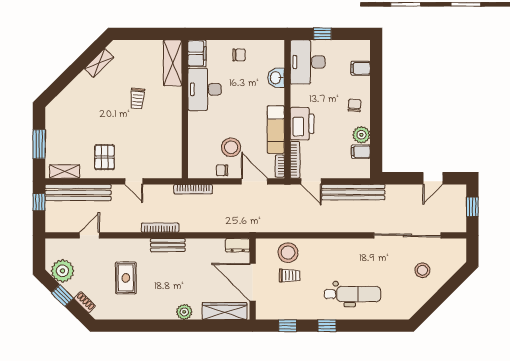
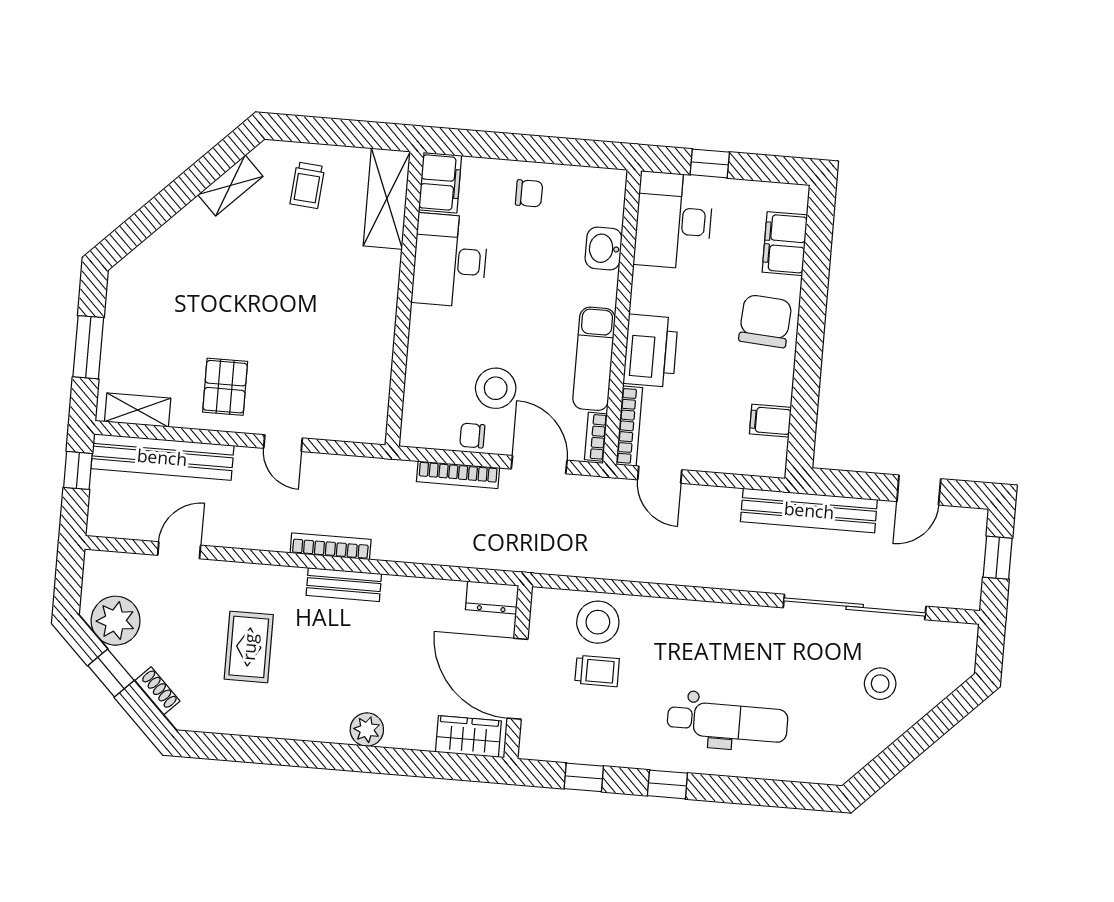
filing cabinet: (361, 68) -> (785, 244), width x2.00
trolley: (137, 98) -> (307, 185), moved
chair: (354, 105) -> (765, 321), width x1.87, depth x1.87
plant: (361, 135) -> (775, 385), removed
bookcase: (193, 189) -> (458, 475), moved
bench: (353, 192) -> (809, 510), moved
wardrobe: (225, 311) -> (468, 736), width x0.67

